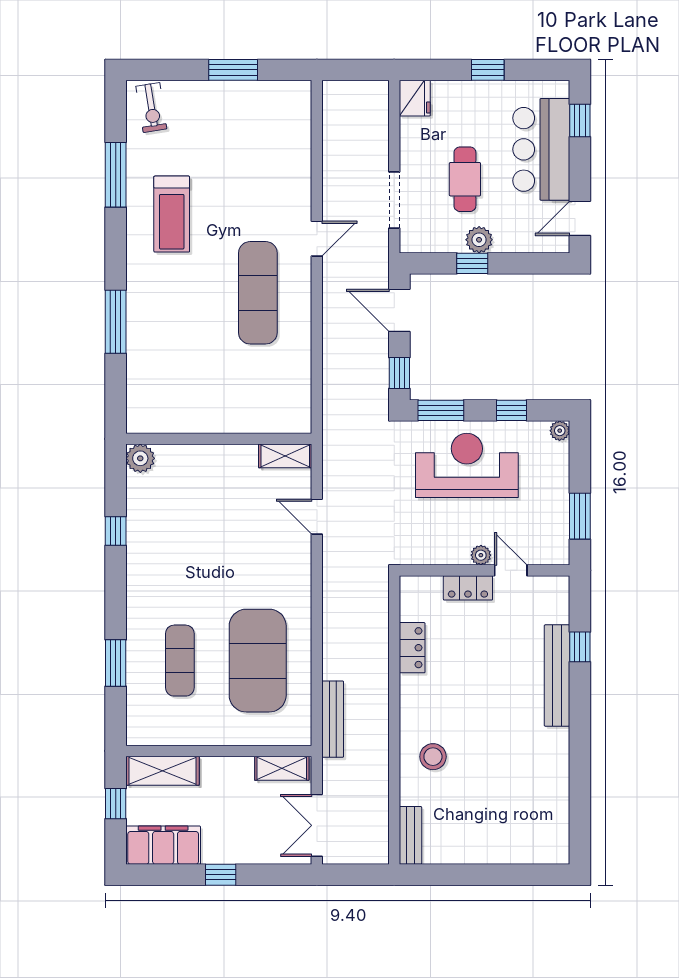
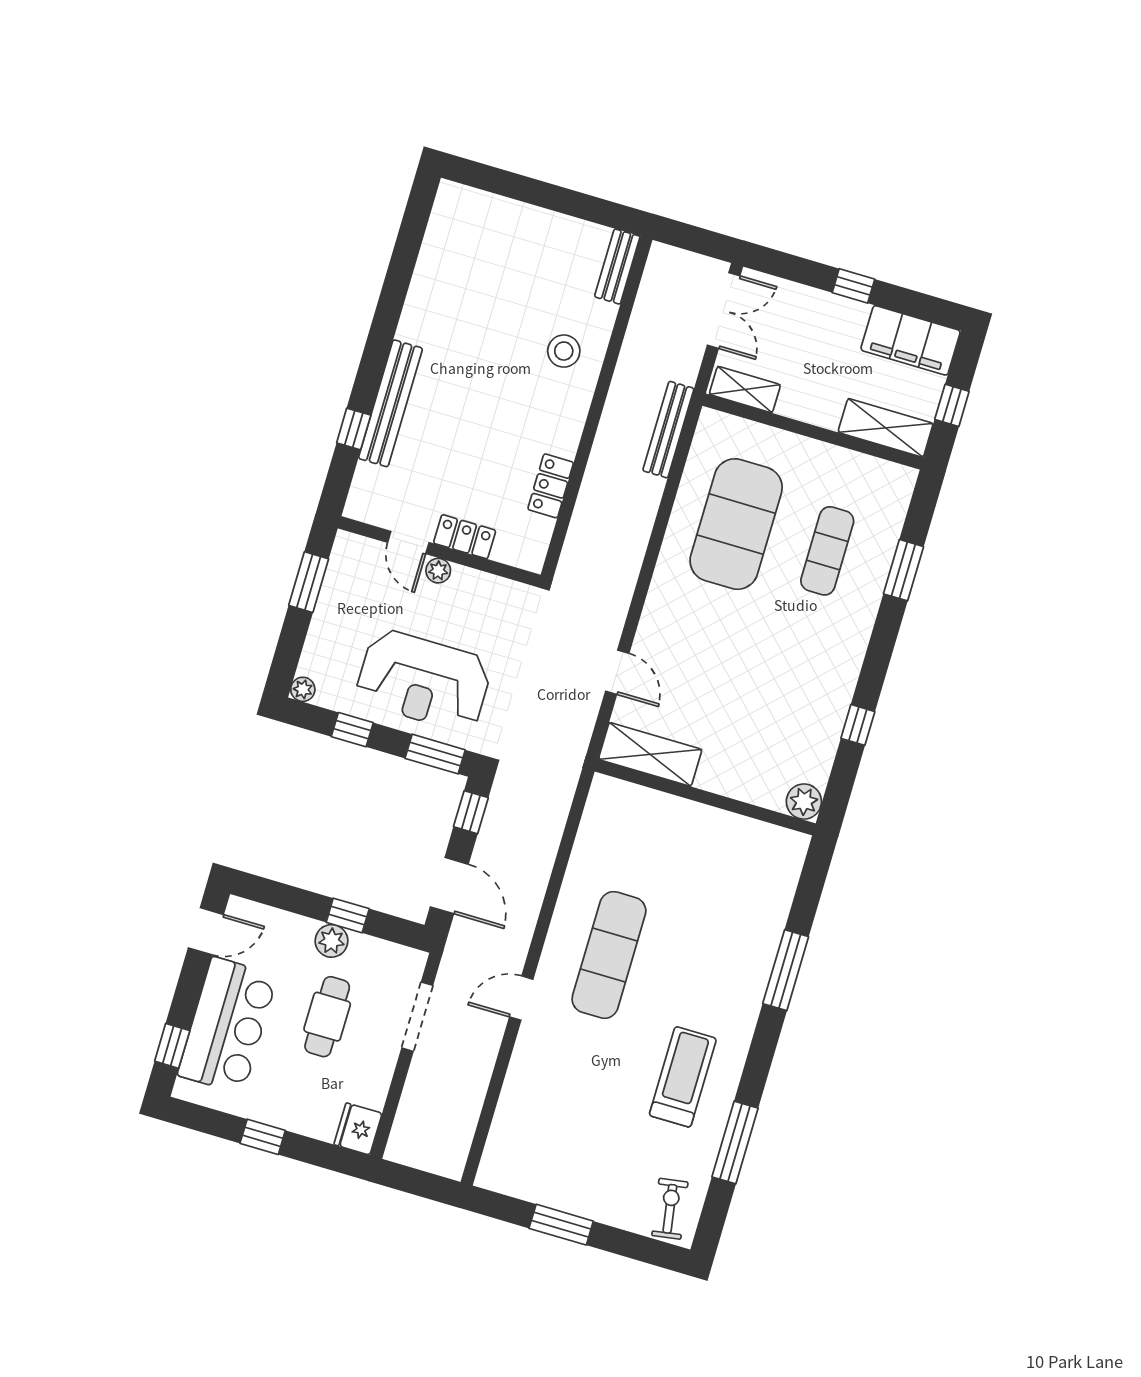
shelving: (285, 456) -> (650, 754), width x1.50, depth x1.33

